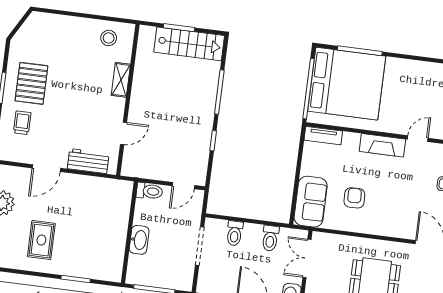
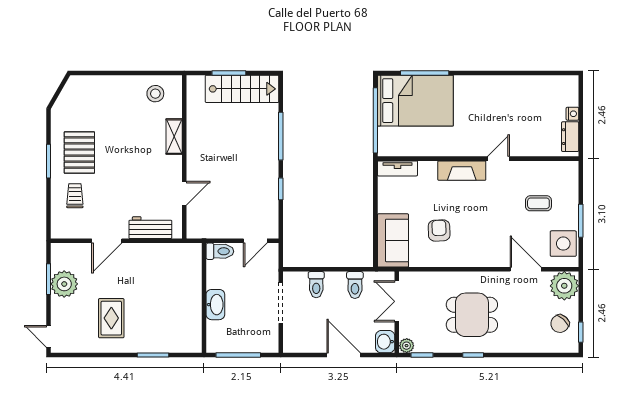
bed: (347, 84) -> (415, 101), width x0.73

